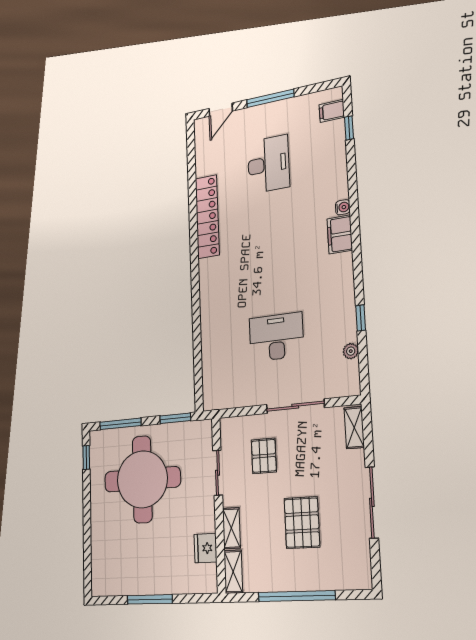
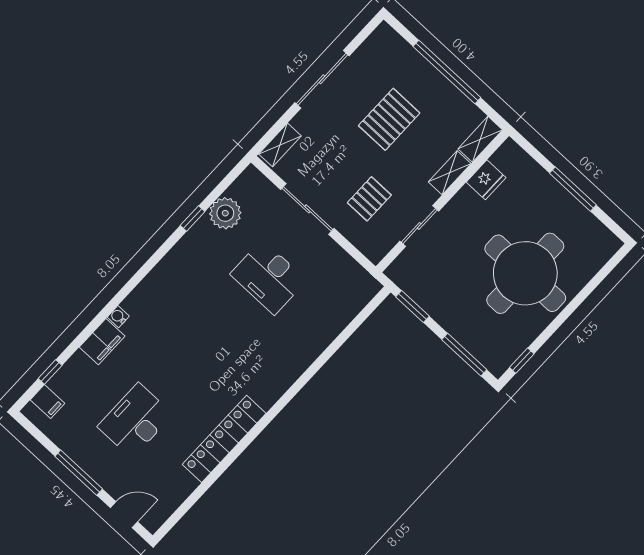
filing cabinet: (340, 234) -> (102, 342), moved
plant: (351, 351) -> (225, 213), width x1.87, depth x1.87
round table: (142, 479) -> (525, 273), moved

